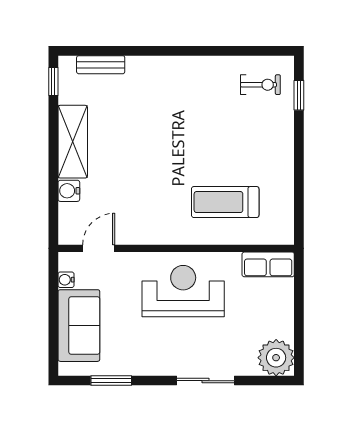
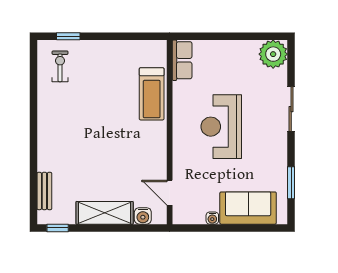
door: (99, 248) -> (170, 193), moved
wall: (176, 248) -> (170, 132), moved
row of seats: (268, 264) -> (182, 60), moved

